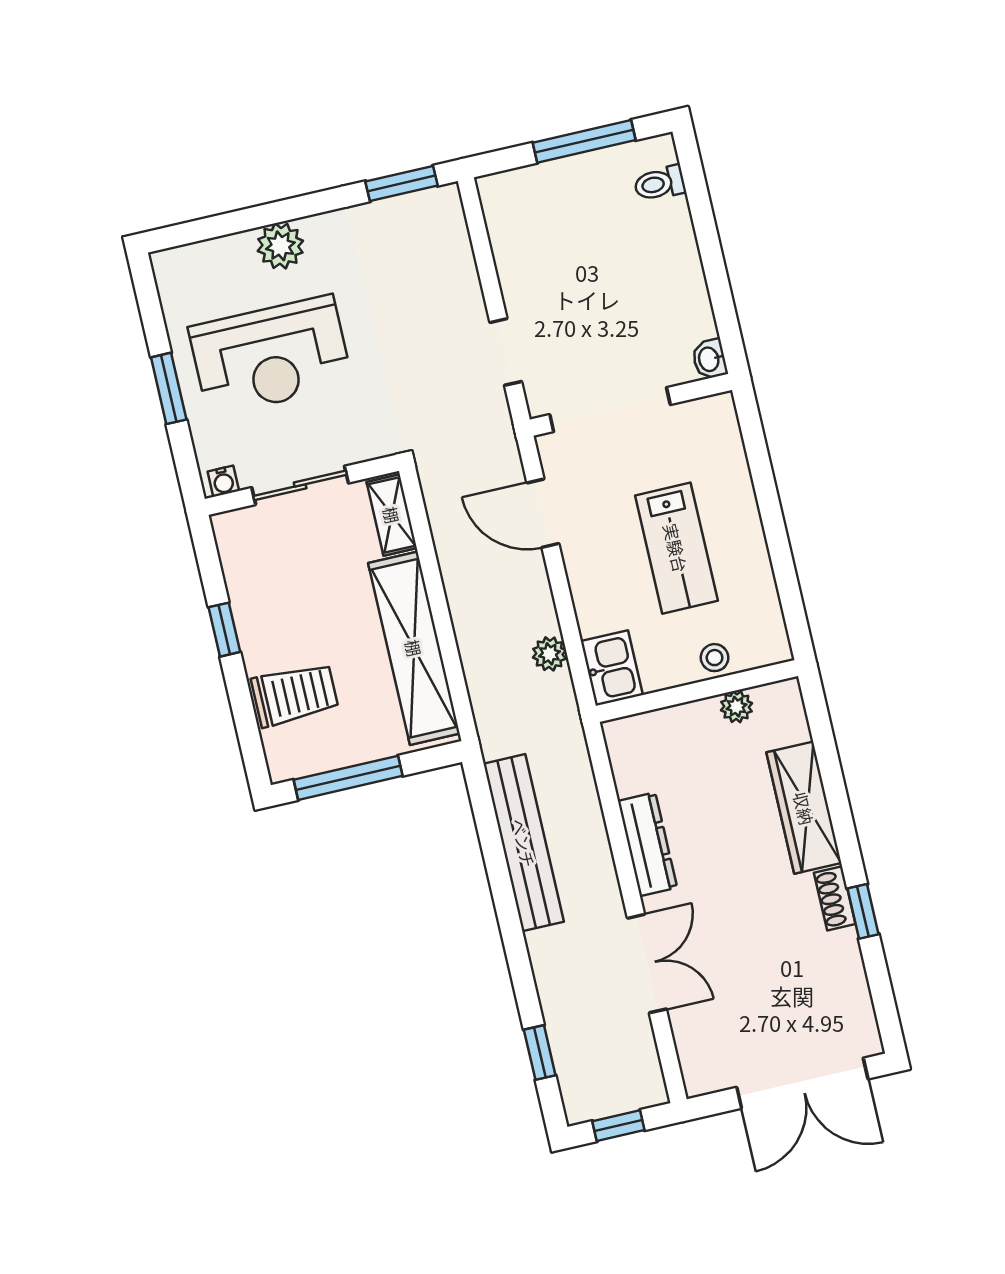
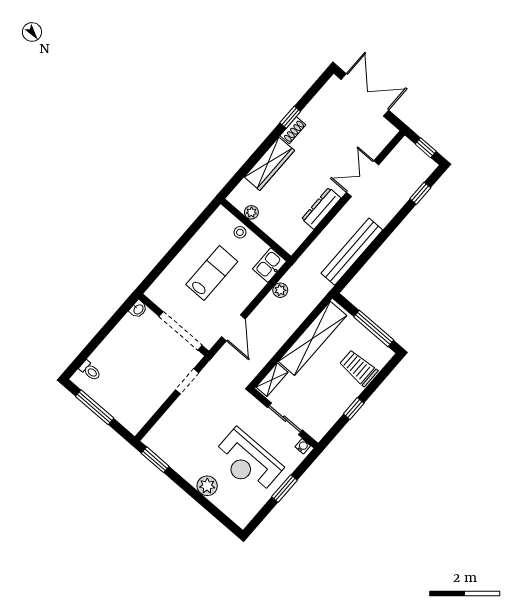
reception desk: (270, 356) -> (248, 462), turned 180

